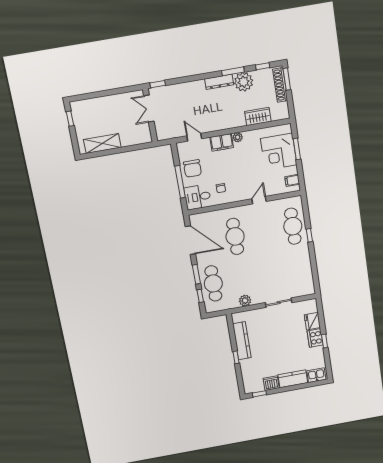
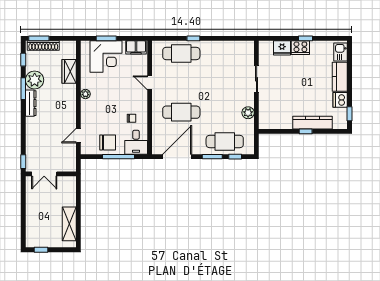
filing cabinet: (222, 142) -> (88, 110), removed
filing cabinet: (292, 180) -> (136, 47), width x2.00
kitchen counter: (242, 341) -> (313, 123), moved

